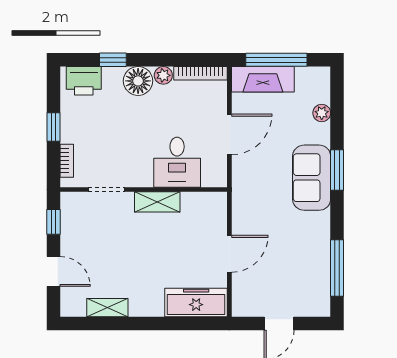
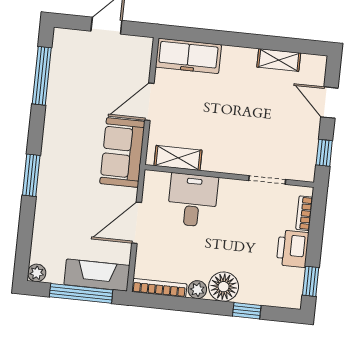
printer: (84, 81) -> (293, 249), moved, turned -90
plant: (322, 113) -> (37, 273), moved
window: (54, 127) -> (311, 281), moved
sofa: (312, 178) -> (122, 152), moved, turned 180
shelving: (157, 202) -> (178, 158), moved

